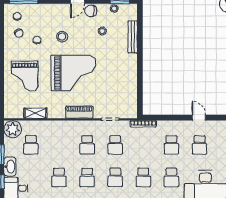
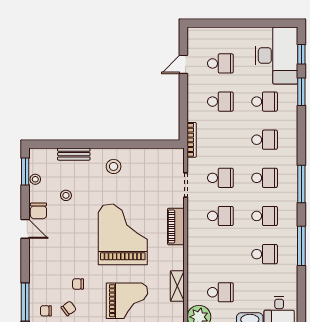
stool: (62, 37) -> (114, 166), moved
bench: (133, 37) -> (74, 154), width x0.73

